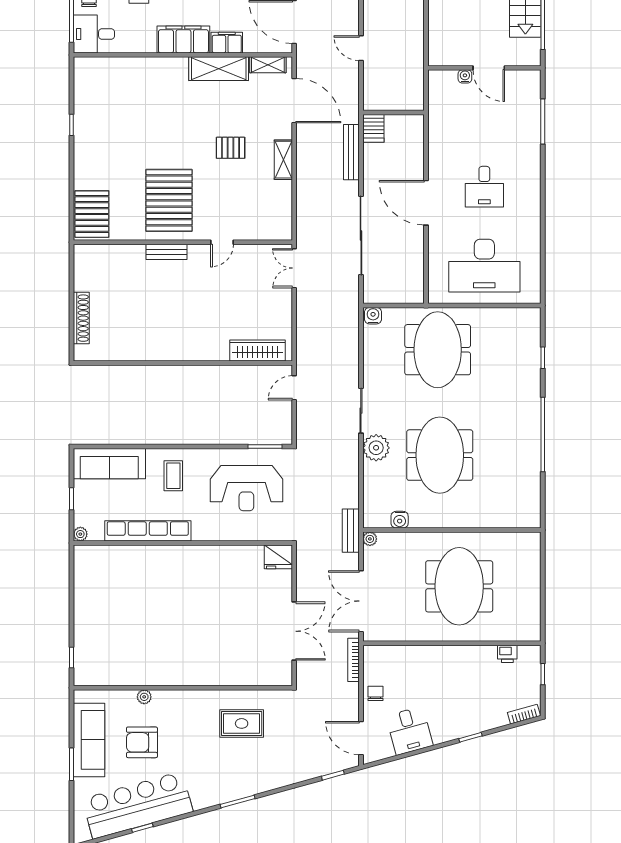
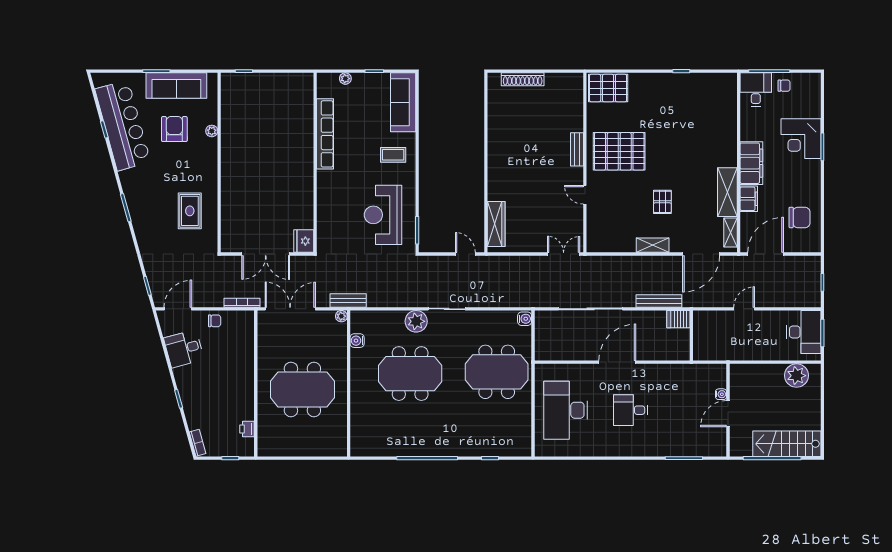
row of seats: (148, 531) -> (325, 134), moved
wall: (183, 543) -> (315, 163), moved
fridge: (278, 557) -> (304, 241), moved

